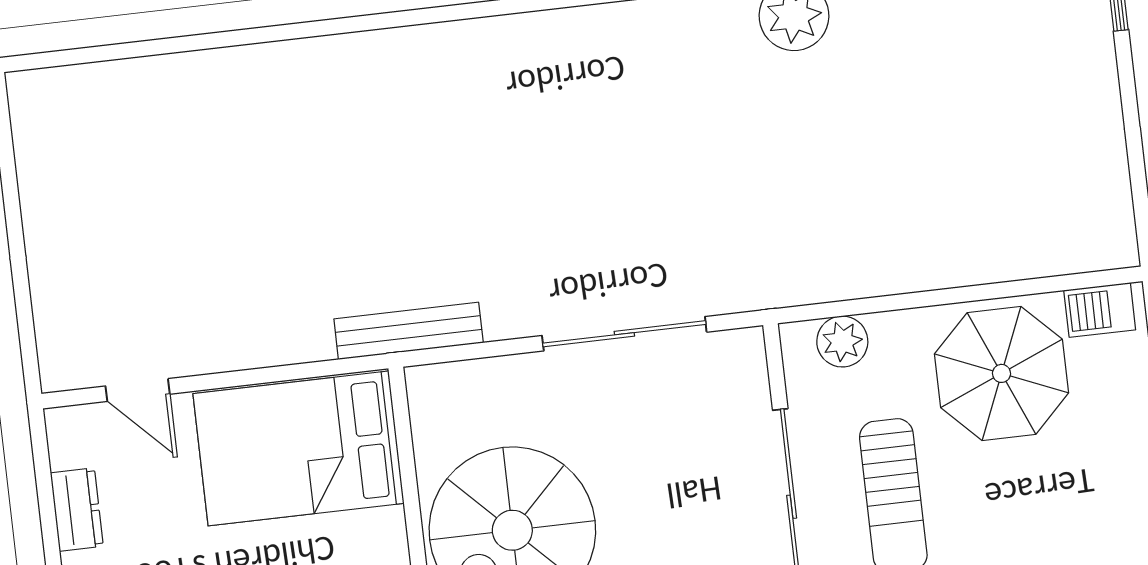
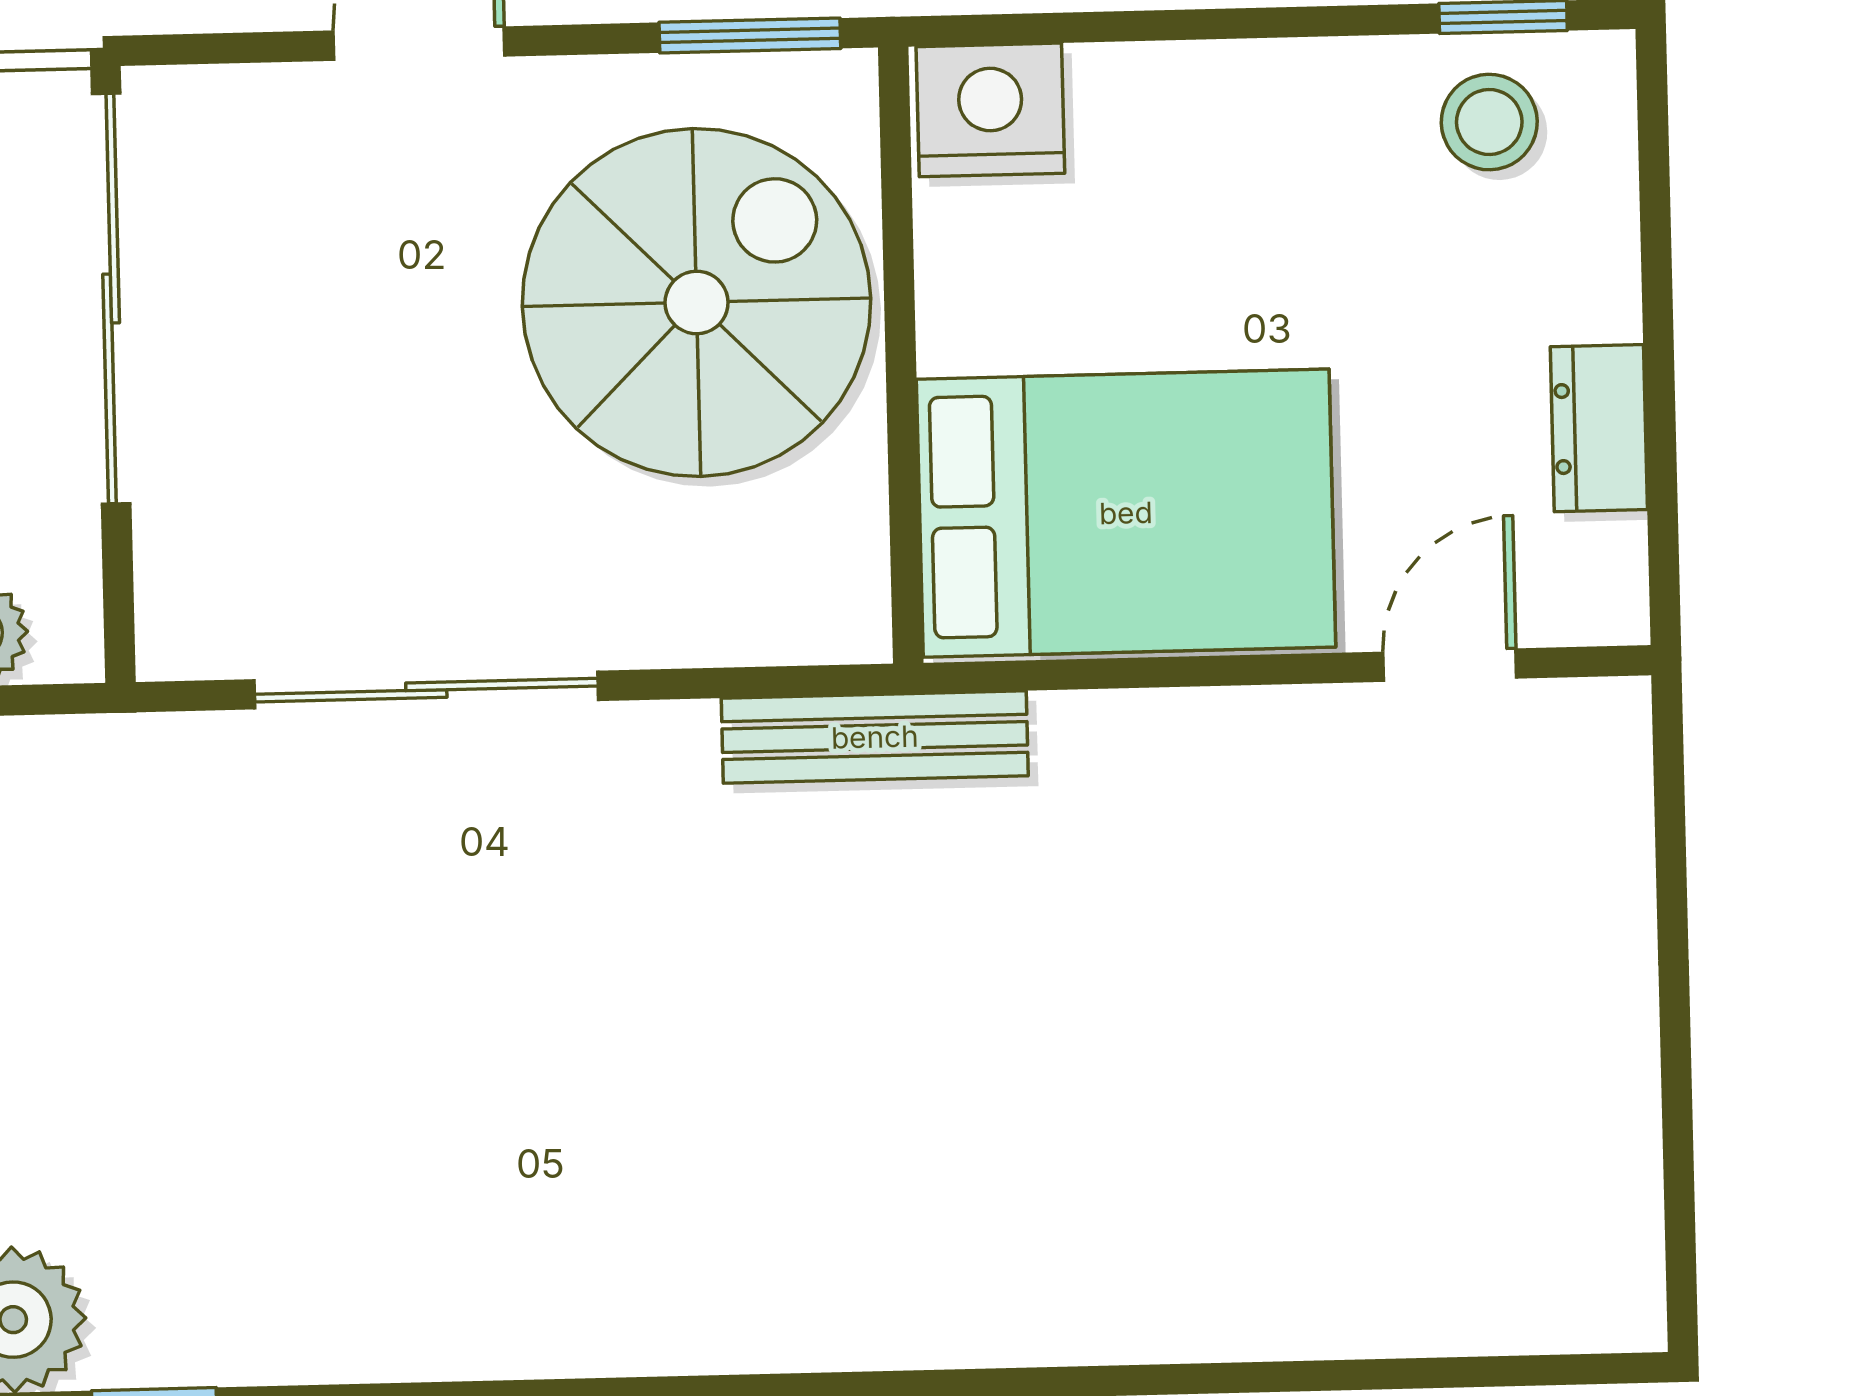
door: (138, 390) -> (1450, 665), hinge flipped

